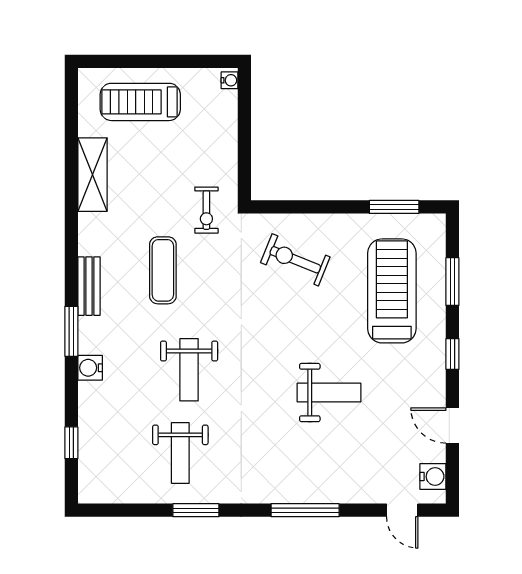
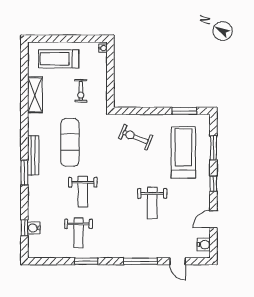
exercise bike: (206, 210) -> (81, 91), moved
exercise mat: (163, 270) -> (70, 142), width x1.36, depth x1.45
bench: (89, 286) -> (33, 155), width x1.36
water cooler: (90, 368) -> (34, 228), moved
weight bench: (329, 393) -> (152, 203), turned 90
door: (452, 426) -> (213, 219), hinge flipped
door: (402, 510) -> (178, 261), moved

